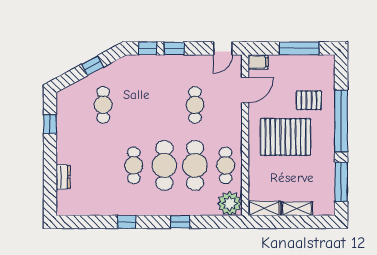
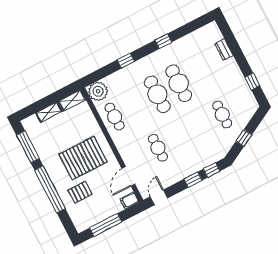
cafe table: (134, 165) -> (179, 83), width x1.37, depth x1.35
cafe table: (195, 165) -> (136, 105), removed

